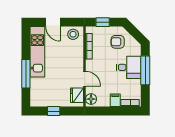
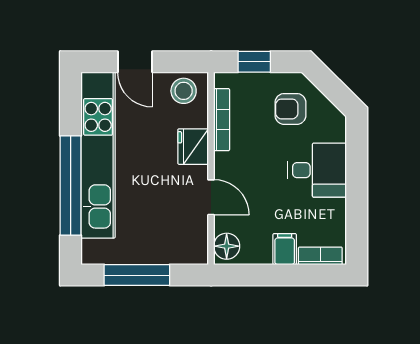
kitchen unit: (37, 52) -> (98, 155), width x1.36
window: (145, 70) -> (357, 177), removed
window: (26, 74) -> (71, 185), width x1.46
fridge: (77, 95) -> (193, 147), moved
window: (54, 111) -> (137, 275), width x2.17

